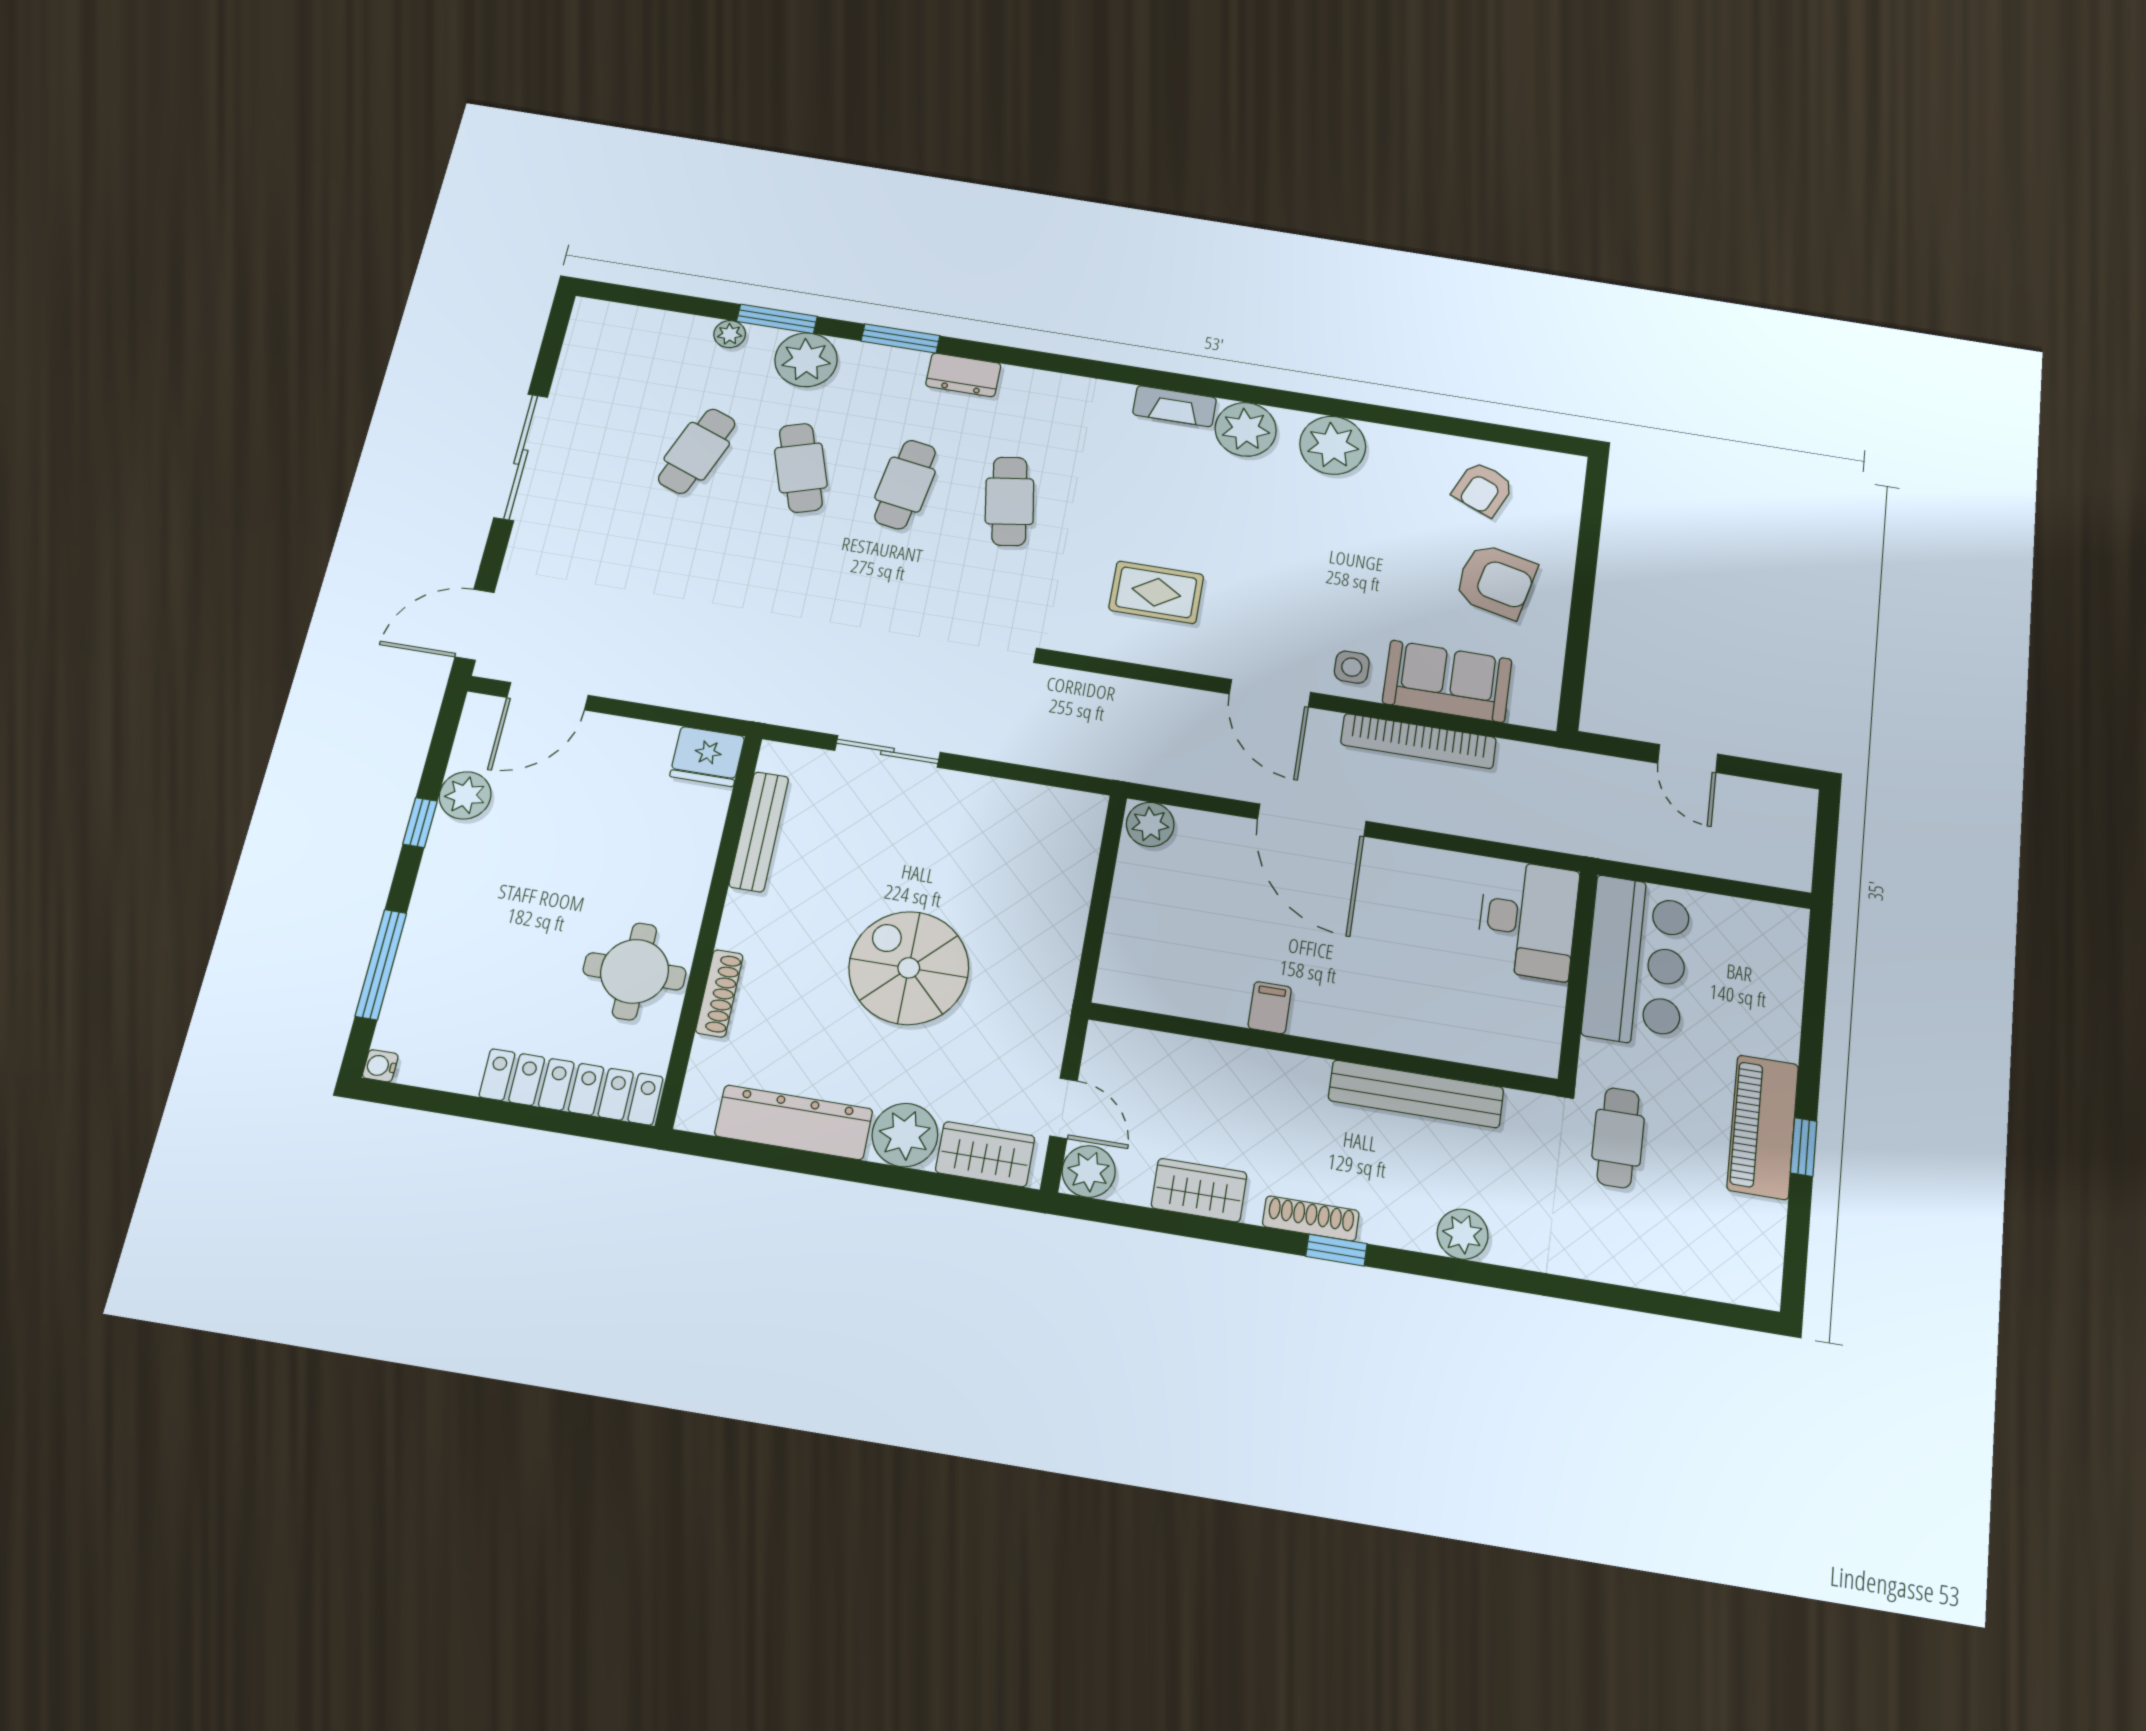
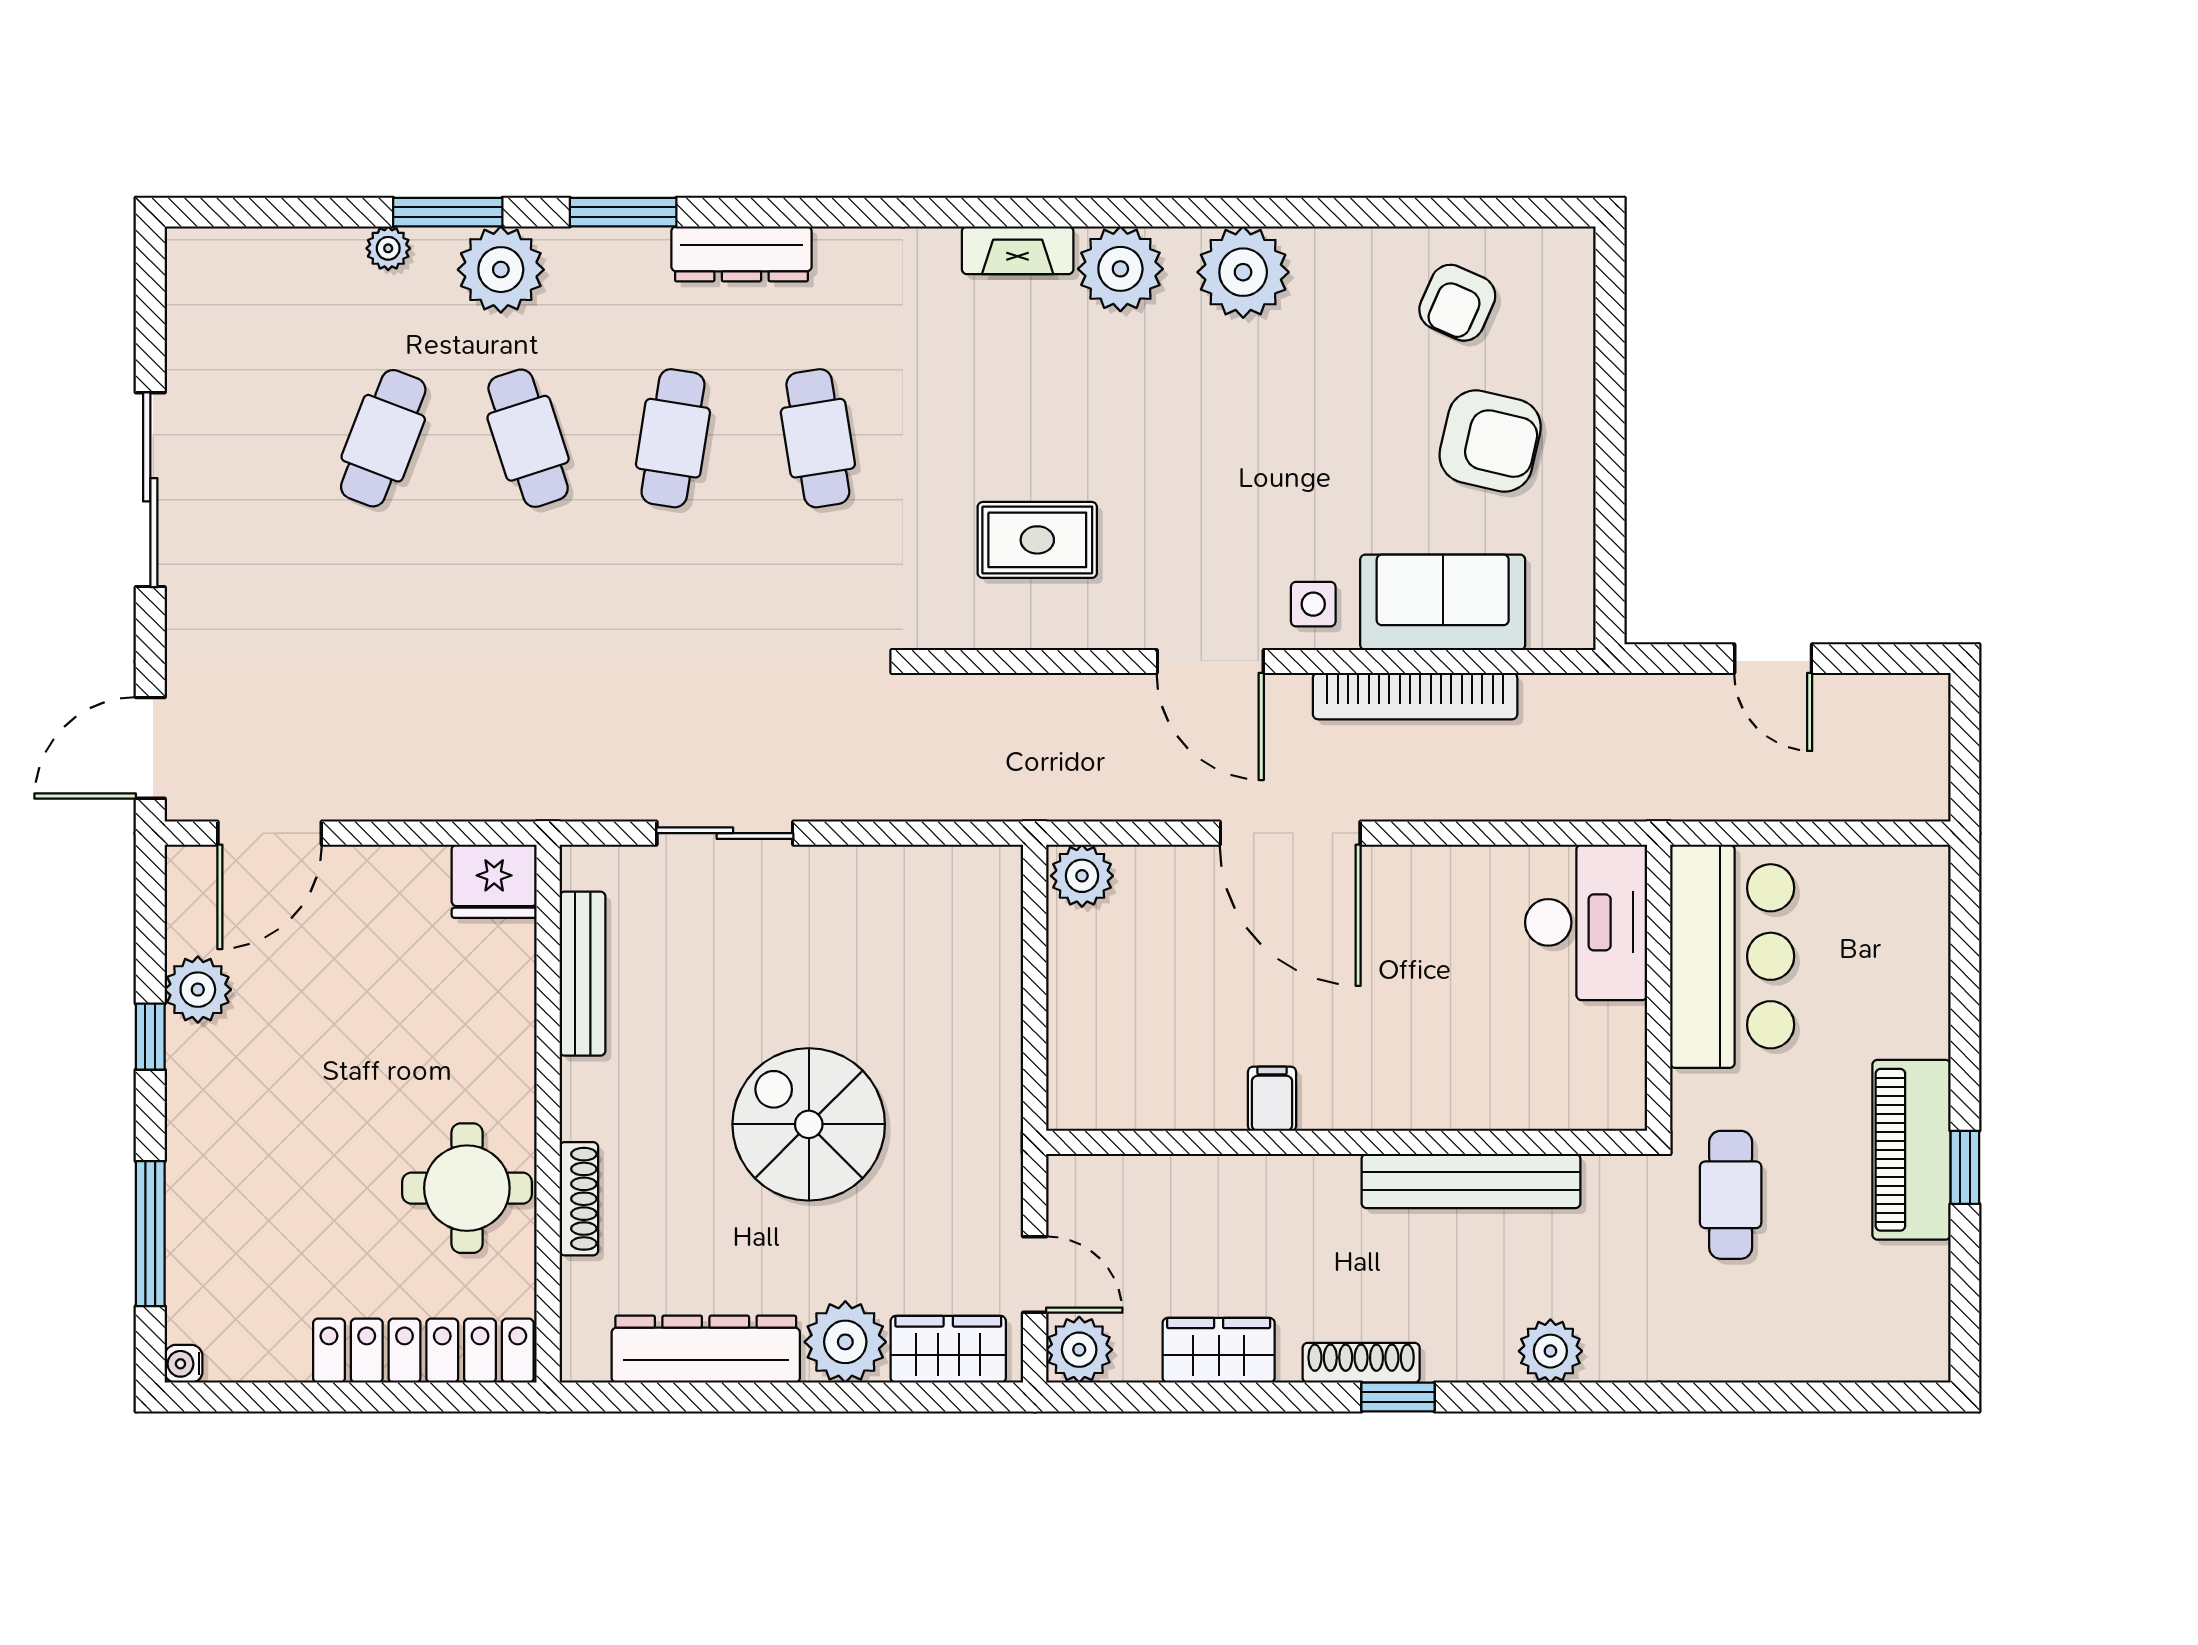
dresser: (963, 375) -> (741, 254), width x1.44

